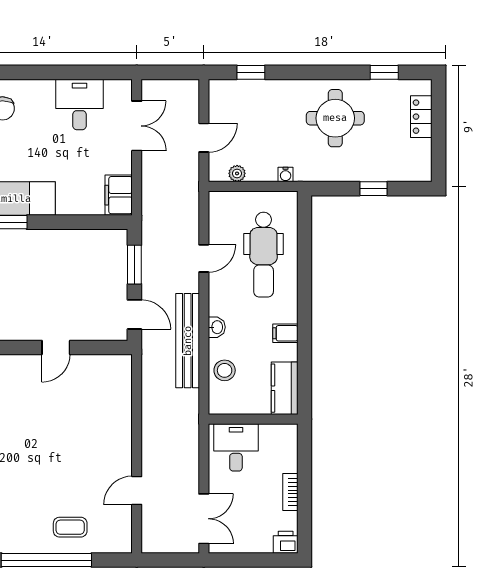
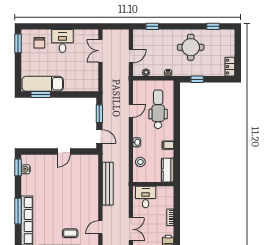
desk: (80, 104) -> (62, 41), moved
locker: (421, 117) -> (230, 67), moved
double door: (137, 126) -> (100, 51), swing flipped
window: (373, 189) -> (197, 79), moved
filing cabinet: (119, 195) -> (92, 82), removed
dental chair: (264, 255) -> (158, 109), turned 180
bench: (188, 341) -> (108, 184), moved
door: (137, 490) -> (100, 227), moved

